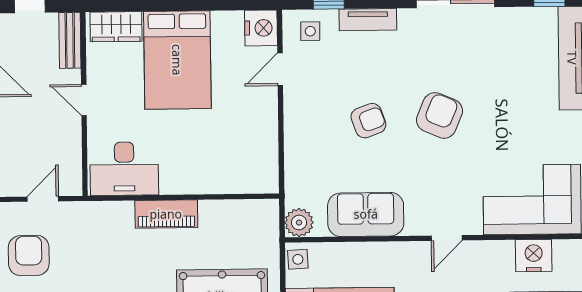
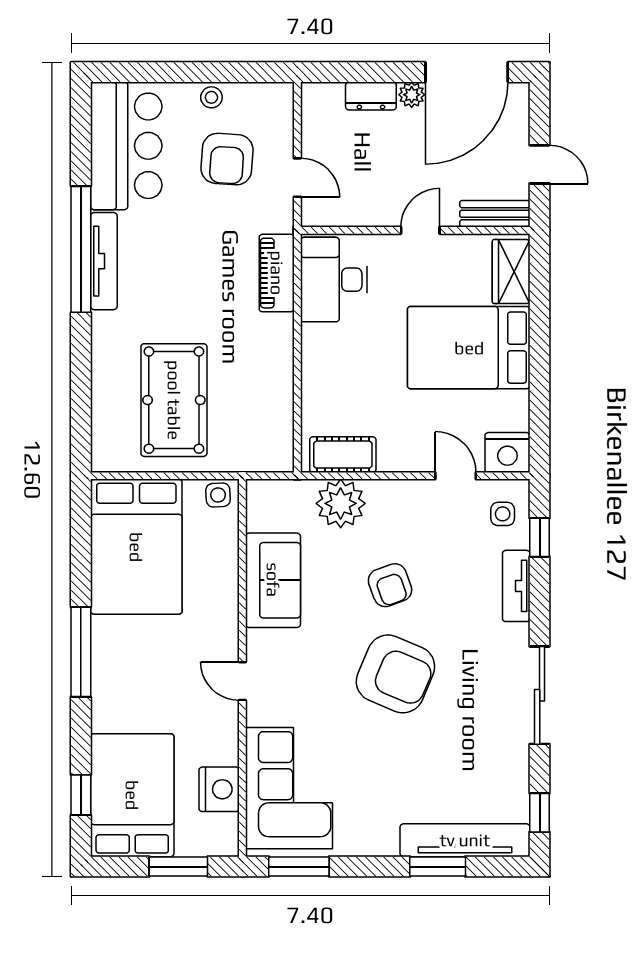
armchair: (439, 115) -> (395, 674), width x1.36, depth x1.36
cot: (264, 160) -> (343, 455), added
piano: (166, 214) -> (277, 273), moved
plant: (299, 222) -> (341, 503), moved, width x1.36, depth x1.36
armchair: (29, 255) -> (227, 159), turned 94

